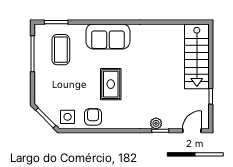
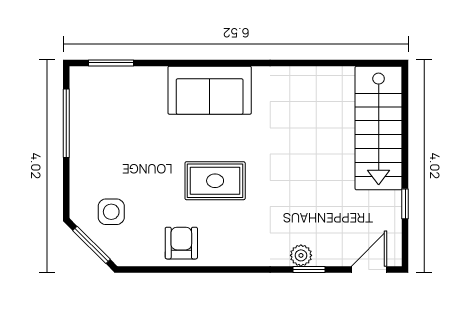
coffee table: (61, 50) -> (120, 115), removed
rug: (111, 84) -> (215, 181), turned 90
side table: (68, 117) -> (111, 212), moved

